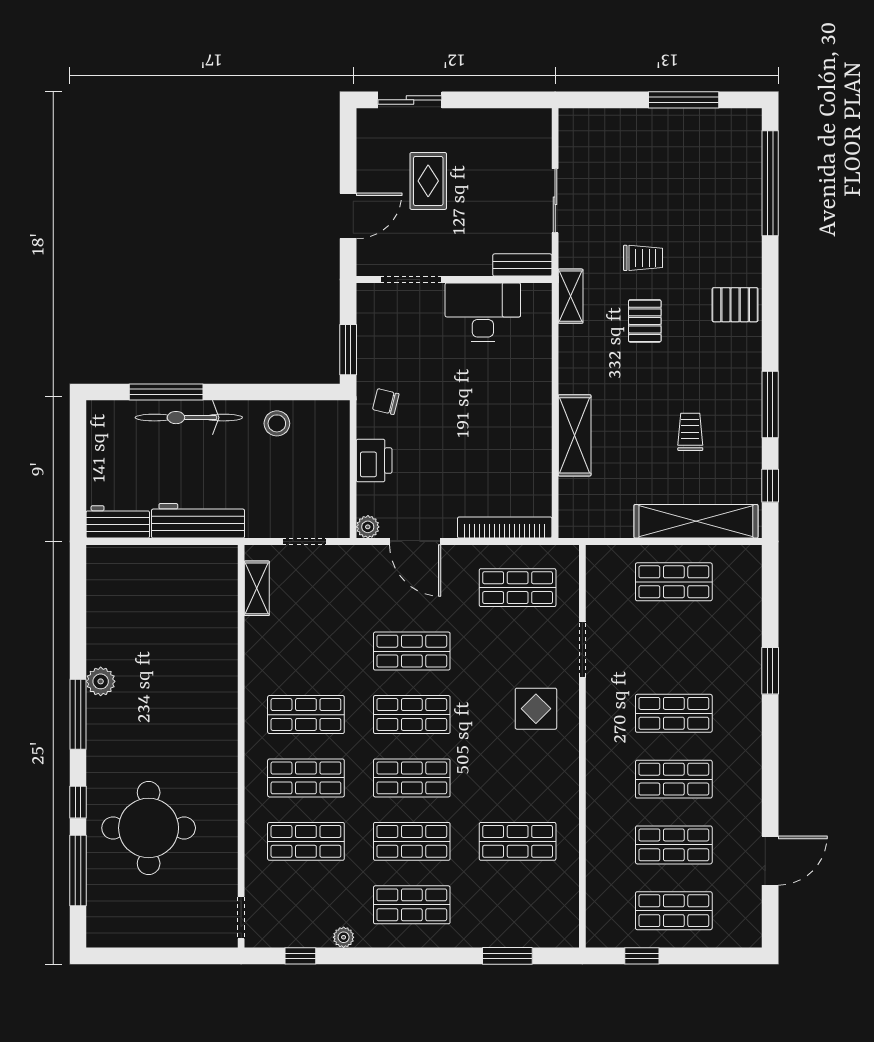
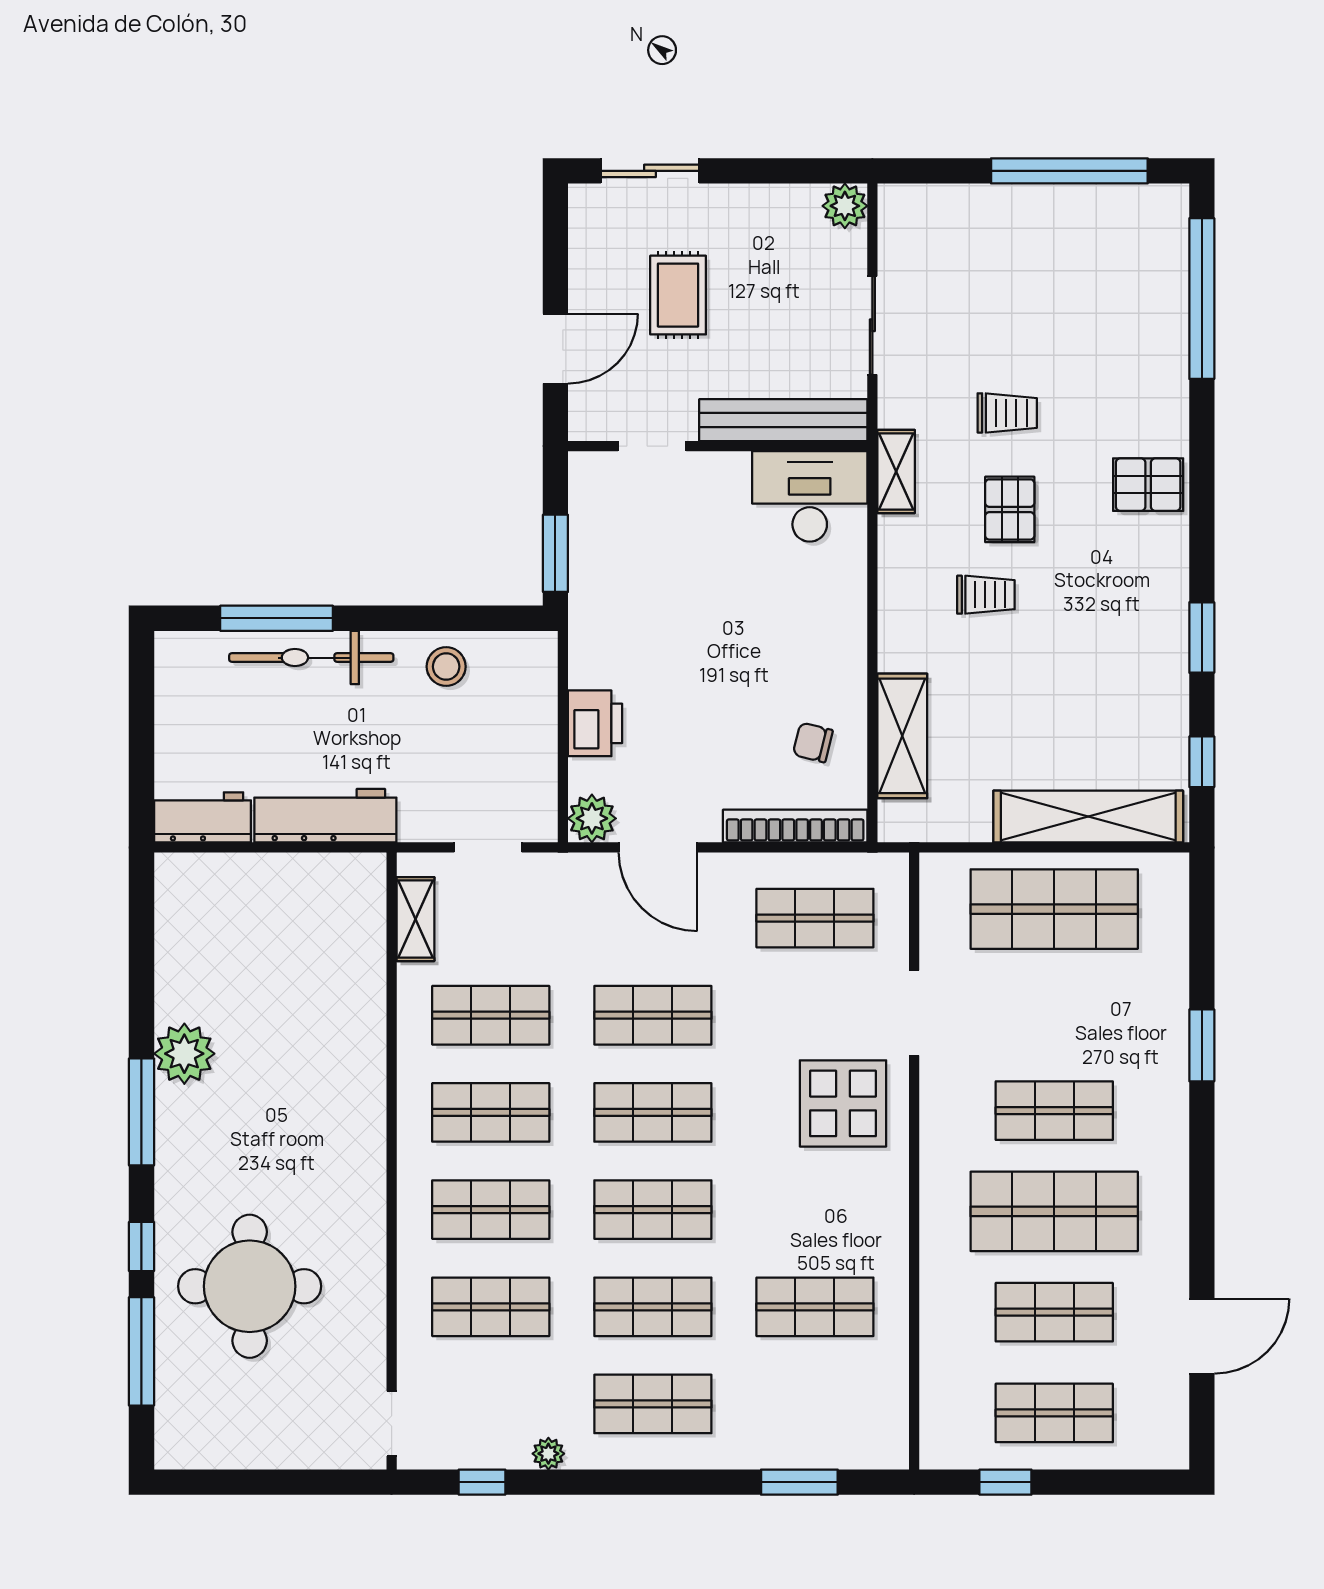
window: (684, 100) -> (1069, 171), width x1.46
plant: (537, 123) -> (845, 206), added
bench: (522, 265) -> (783, 420), width x1.86, depth x1.21
doorway: (411, 280) -> (652, 446), width x0.73
desk: (483, 312) -> (810, 496), moved
chair: (386, 402) -> (813, 742), moved
window: (770, 405) -> (1202, 638), width x0.69
trolley: (690, 432) -> (986, 595), moved, turned 90
shelving: (575, 435) -> (902, 736), moved
plant: (368, 527) -> (592, 818), width x1.38, depth x1.38
shop shelf: (674, 582) -> (1054, 909), width x1.43, depth x1.36
shop shelf: (306, 651) -> (491, 1015), added
plant: (101, 681) -> (184, 1054), width x1.36, depth x1.36
display table: (536, 709) -> (843, 1103), width x1.36, depth x1.36
shop shelf: (674, 779) -> (1054, 1211), width x1.43, depth x1.36

